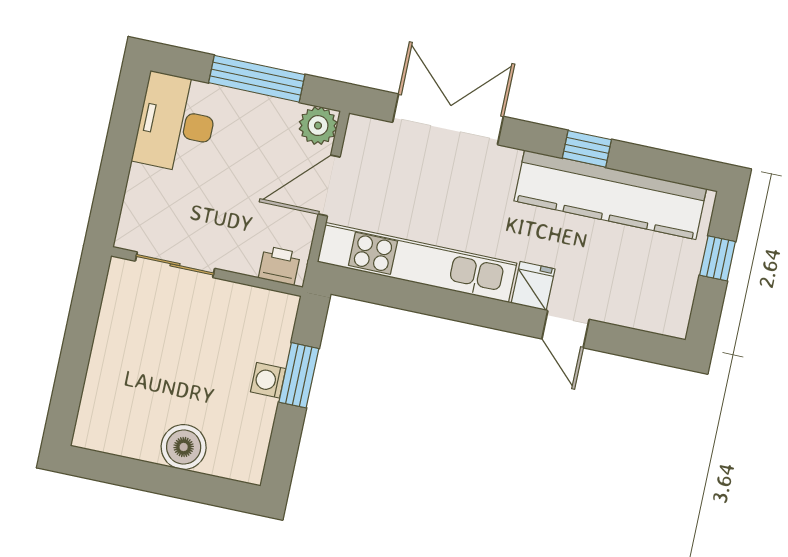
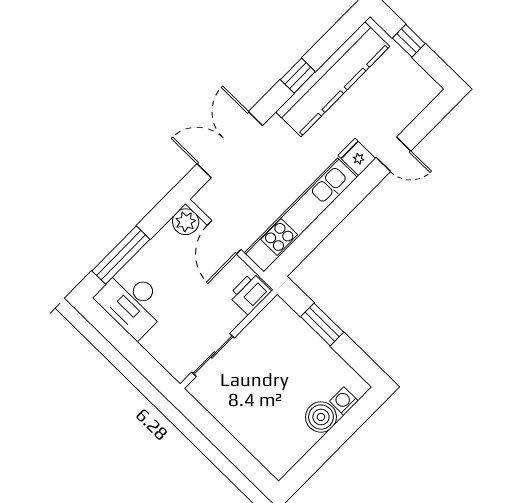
window: (257, 79) -> (121, 255), moved
printer: (279, 266) -> (250, 293), width x1.36, depth x1.24
washing machine: (268, 380) -> (344, 401), moved, turned 90

